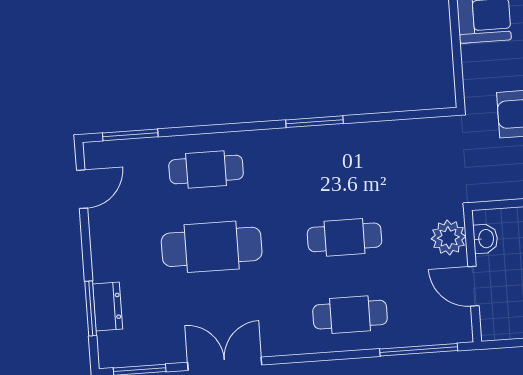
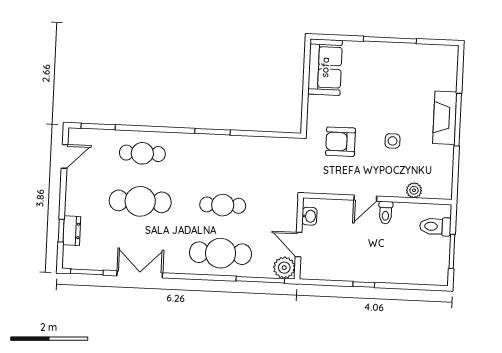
plant: (448, 238) -> (284, 268), moved
window: (91, 308) -> (61, 231), width x0.67
cafe table: (350, 315) -> (221, 253), width x1.37, depth x1.35

